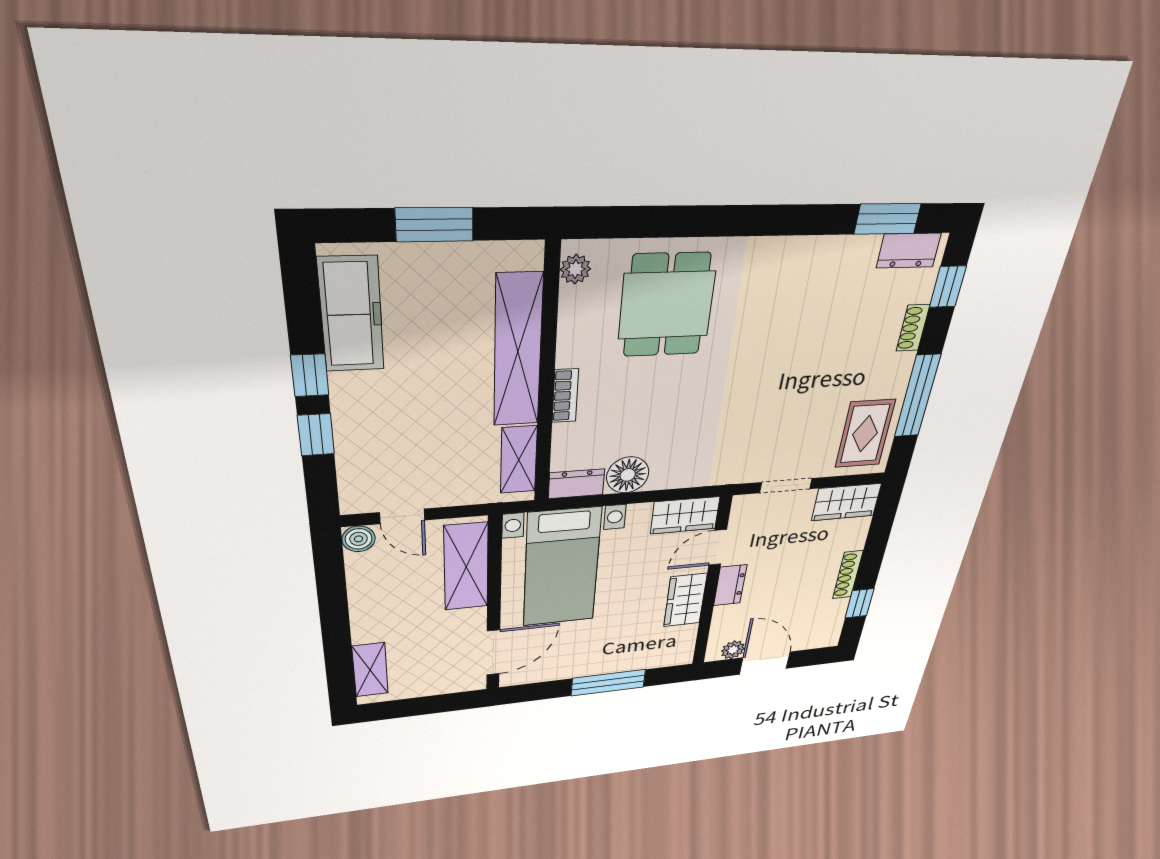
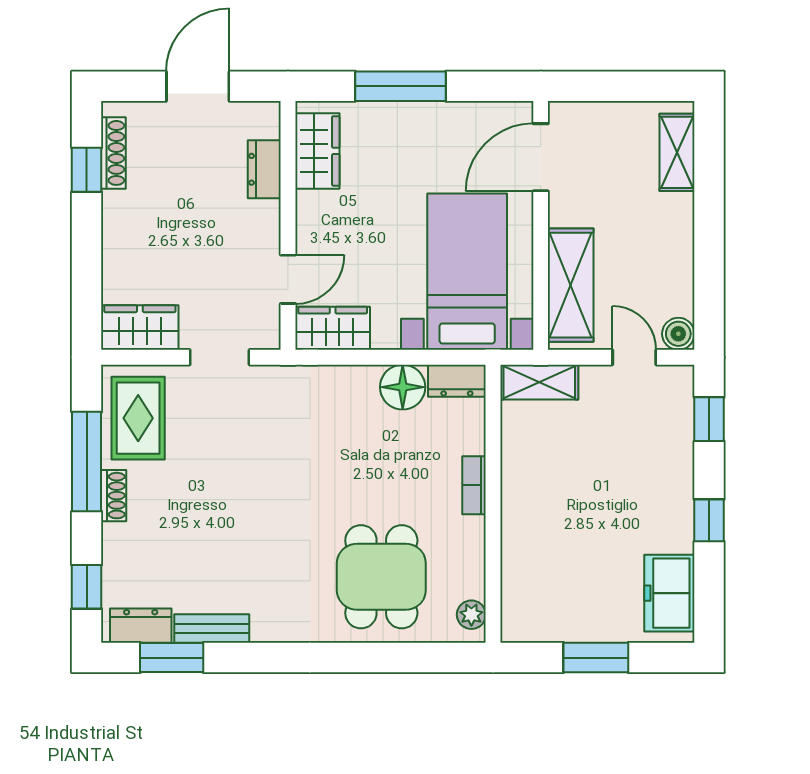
bench: (843, 249) -> (212, 629), added
freezer: (351, 315) -> (669, 593), width x0.71
shoe rack: (913, 328) -> (114, 496), moved
shelving: (518, 351) -> (522, 535), removed
window: (316, 435) -> (709, 419), moved
shelving: (519, 460) -> (539, 382), moved, turned 90
shoe rack: (848, 575) -> (113, 153), moved
dresser: (730, 585) -> (264, 169), moved
wardrobe: (685, 600) -> (317, 151), moved
plant: (733, 650) -> (245, 116), removed
door: (765, 663) -> (198, 86), swing flipped

